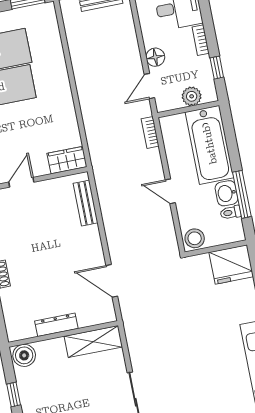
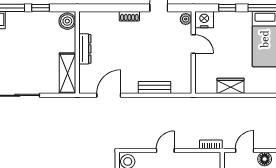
door: (149, 86) -> (245, 151), hinge flipped
wardrobe: (67, 160) -> (231, 86), moved, turned -90
bench: (86, 203) -> (154, 87), moved

